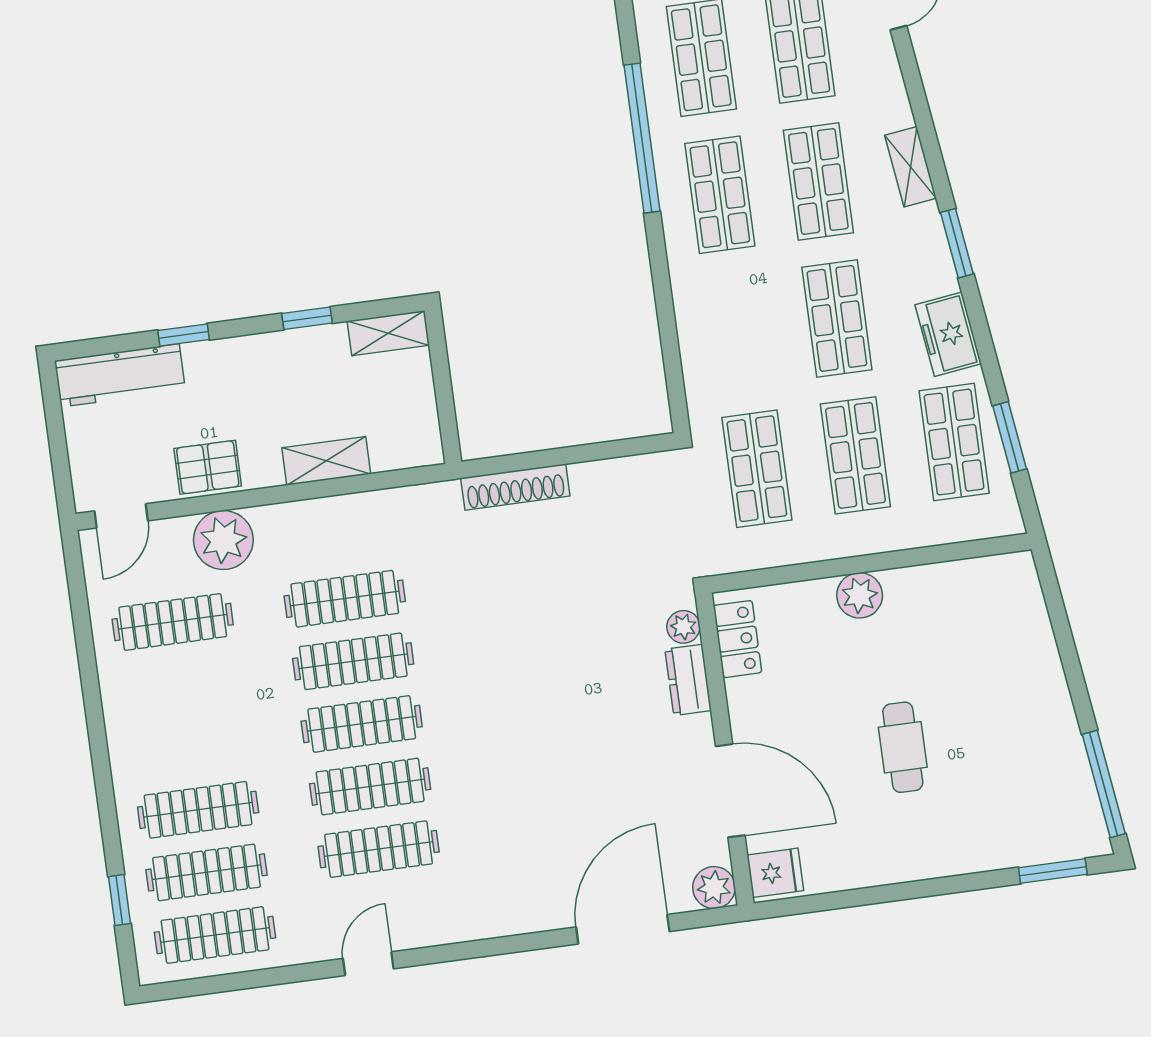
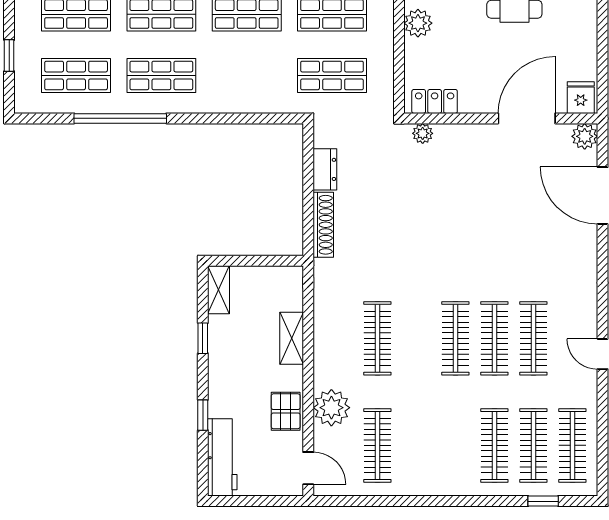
clothes rail: (353, 661) -> (416, 338), removed
dresser: (688, 680) -> (325, 169), moved, turned -90

